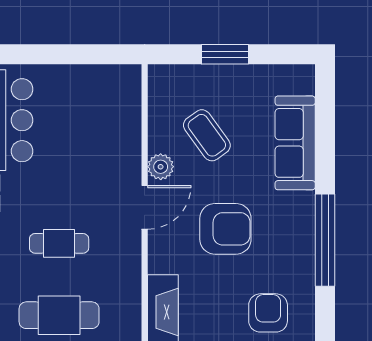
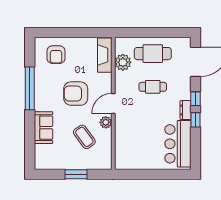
sofa: (295, 143) -> (43, 128), width x0.73
plant: (124, 296) -> (123, 62), added

